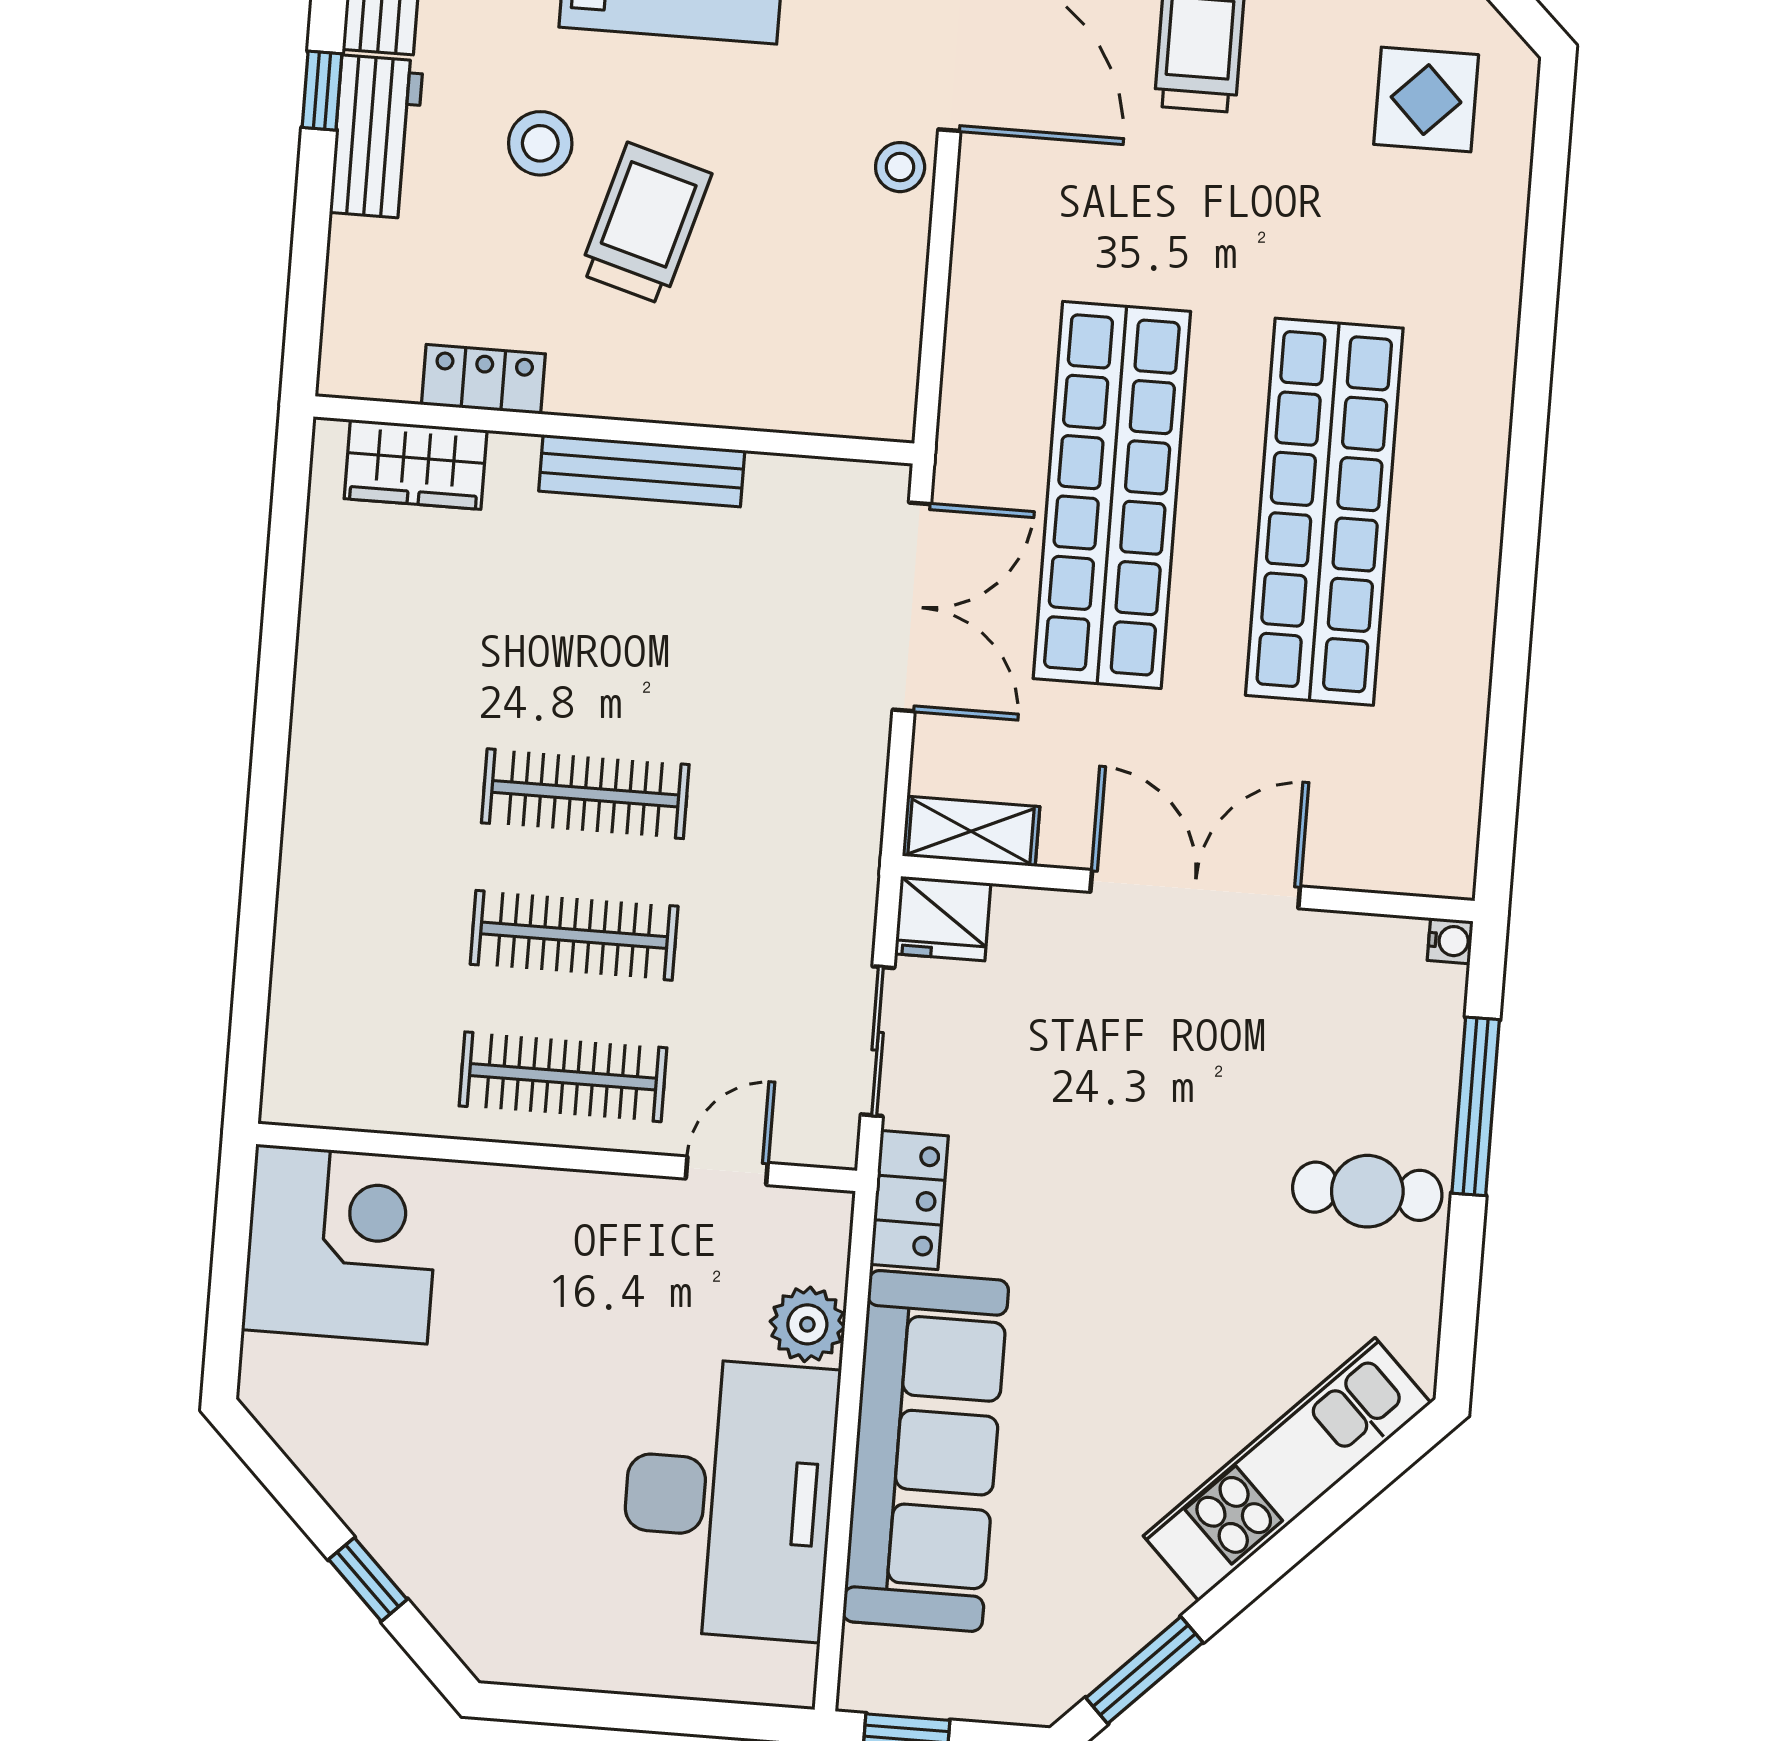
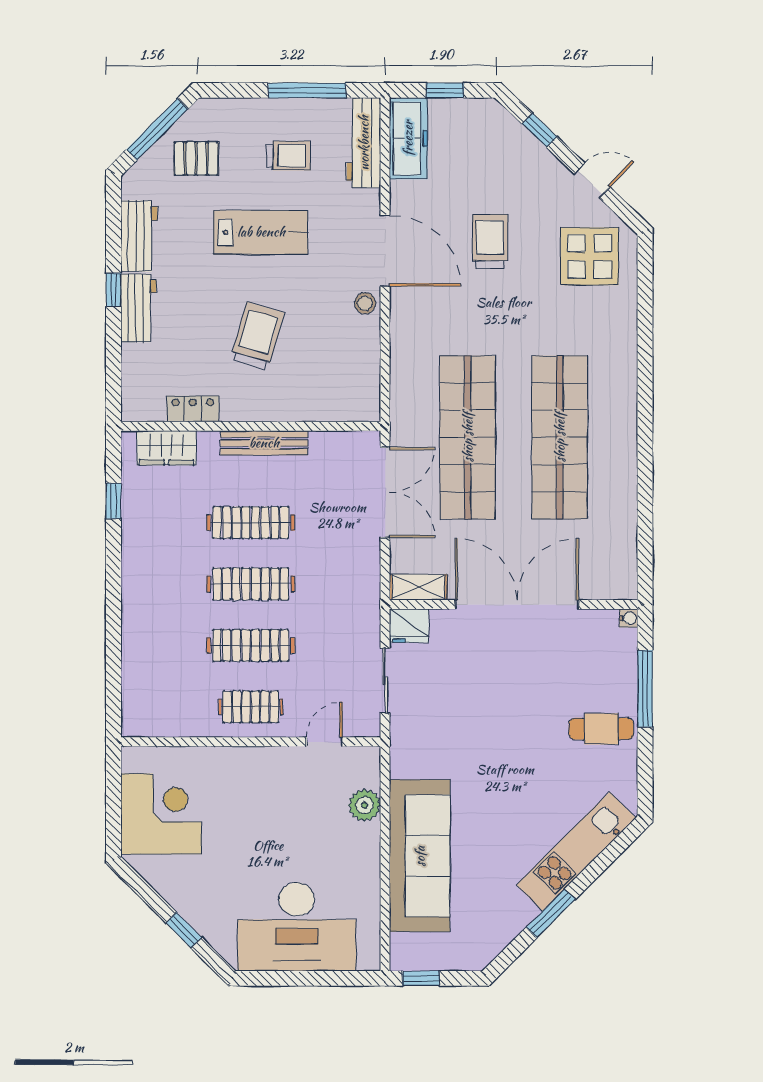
display table: (1426, 100) -> (590, 256), width x1.36, depth x1.36
stool: (540, 143) -> (209, 305), removed
window: (284, 577) -> (113, 501), added
clothes rail: (596, 652) -> (251, 523), added
double door: (1195, 889) -> (517, 604), width x1.36
clothes rail: (563, 1077) -> (251, 707), width x0.73
locker: (909, 1200) -> (404, 748), removed
corner desk: (342, 1244) -> (161, 814), moved
desk: (729, 1499) -> (297, 927), moved, turned 90
window: (1144, 1670) -> (551, 913), moved

